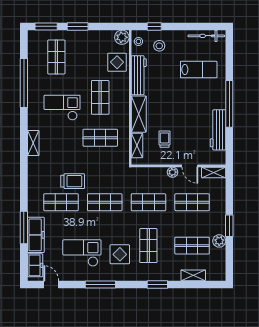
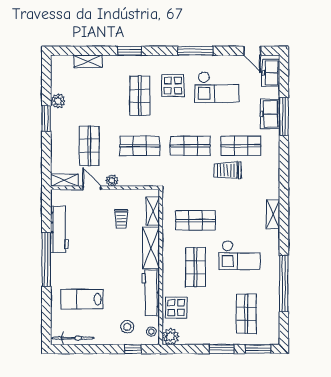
shop shelf: (192, 202) -> (89, 146), turned 90
freezer: (36, 235) -> (270, 114), width x0.71
shop shelf: (192, 246) -> (89, 96), removed

